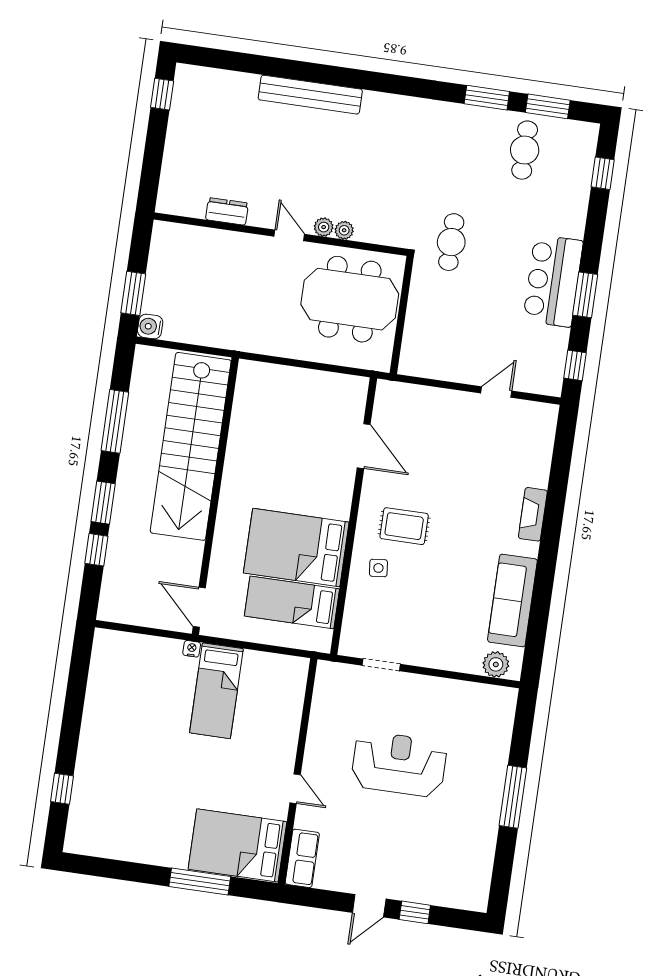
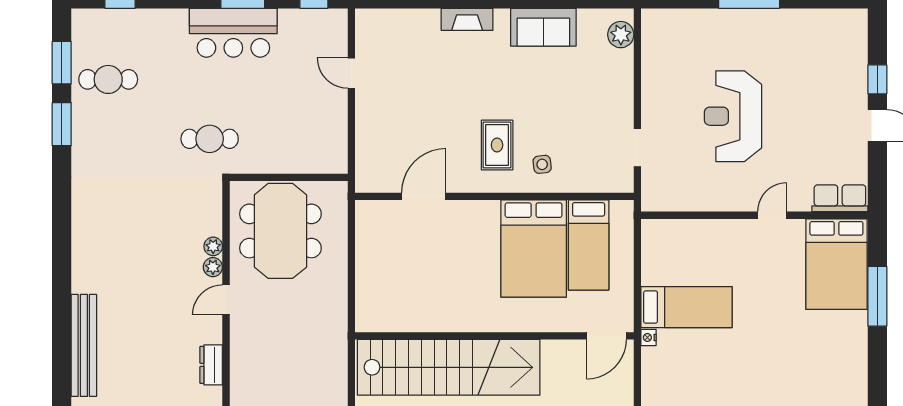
bench: (310, 95) -> (84, 345), moved
sofa: (512, 601) -> (543, 27), width x0.73

